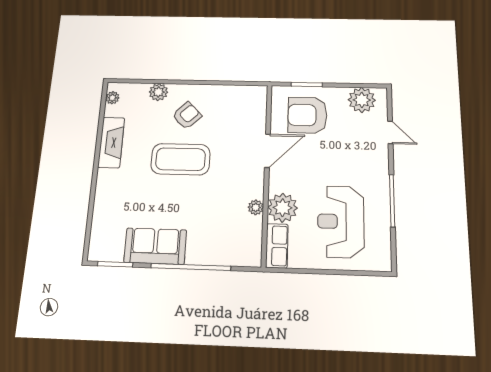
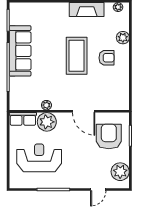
armchair: (187, 116) -> (107, 58), turned -46
sofa: (155, 246) -> (20, 51), width x1.36

